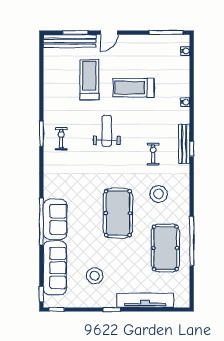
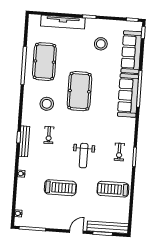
treadmill: (89, 80) -> (113, 189), moved, turned 90
sofa: (55, 219) -> (128, 95), width x1.36

